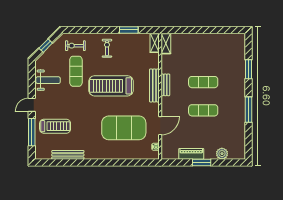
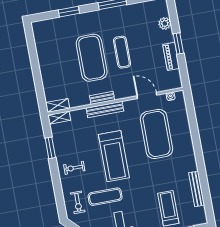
exercise mat: (203, 82) -> (92, 58), width x2.00, depth x1.45

